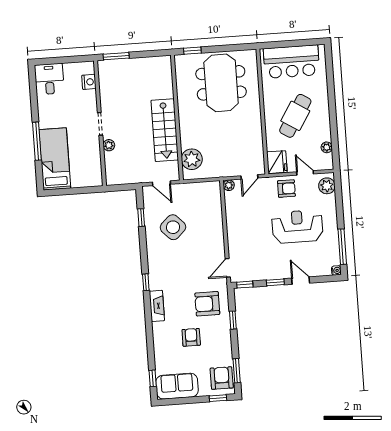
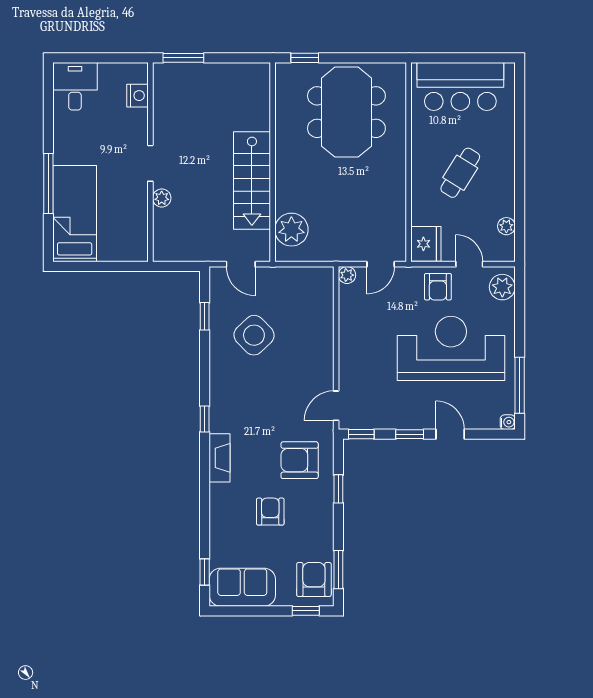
cafe table: (295, 116) -> (460, 173), width x0.73, depth x0.74
armchair: (286, 189) -> (438, 287), turned 90
reception desk: (297, 227) -> (451, 348), width x1.36, depth x1.30

